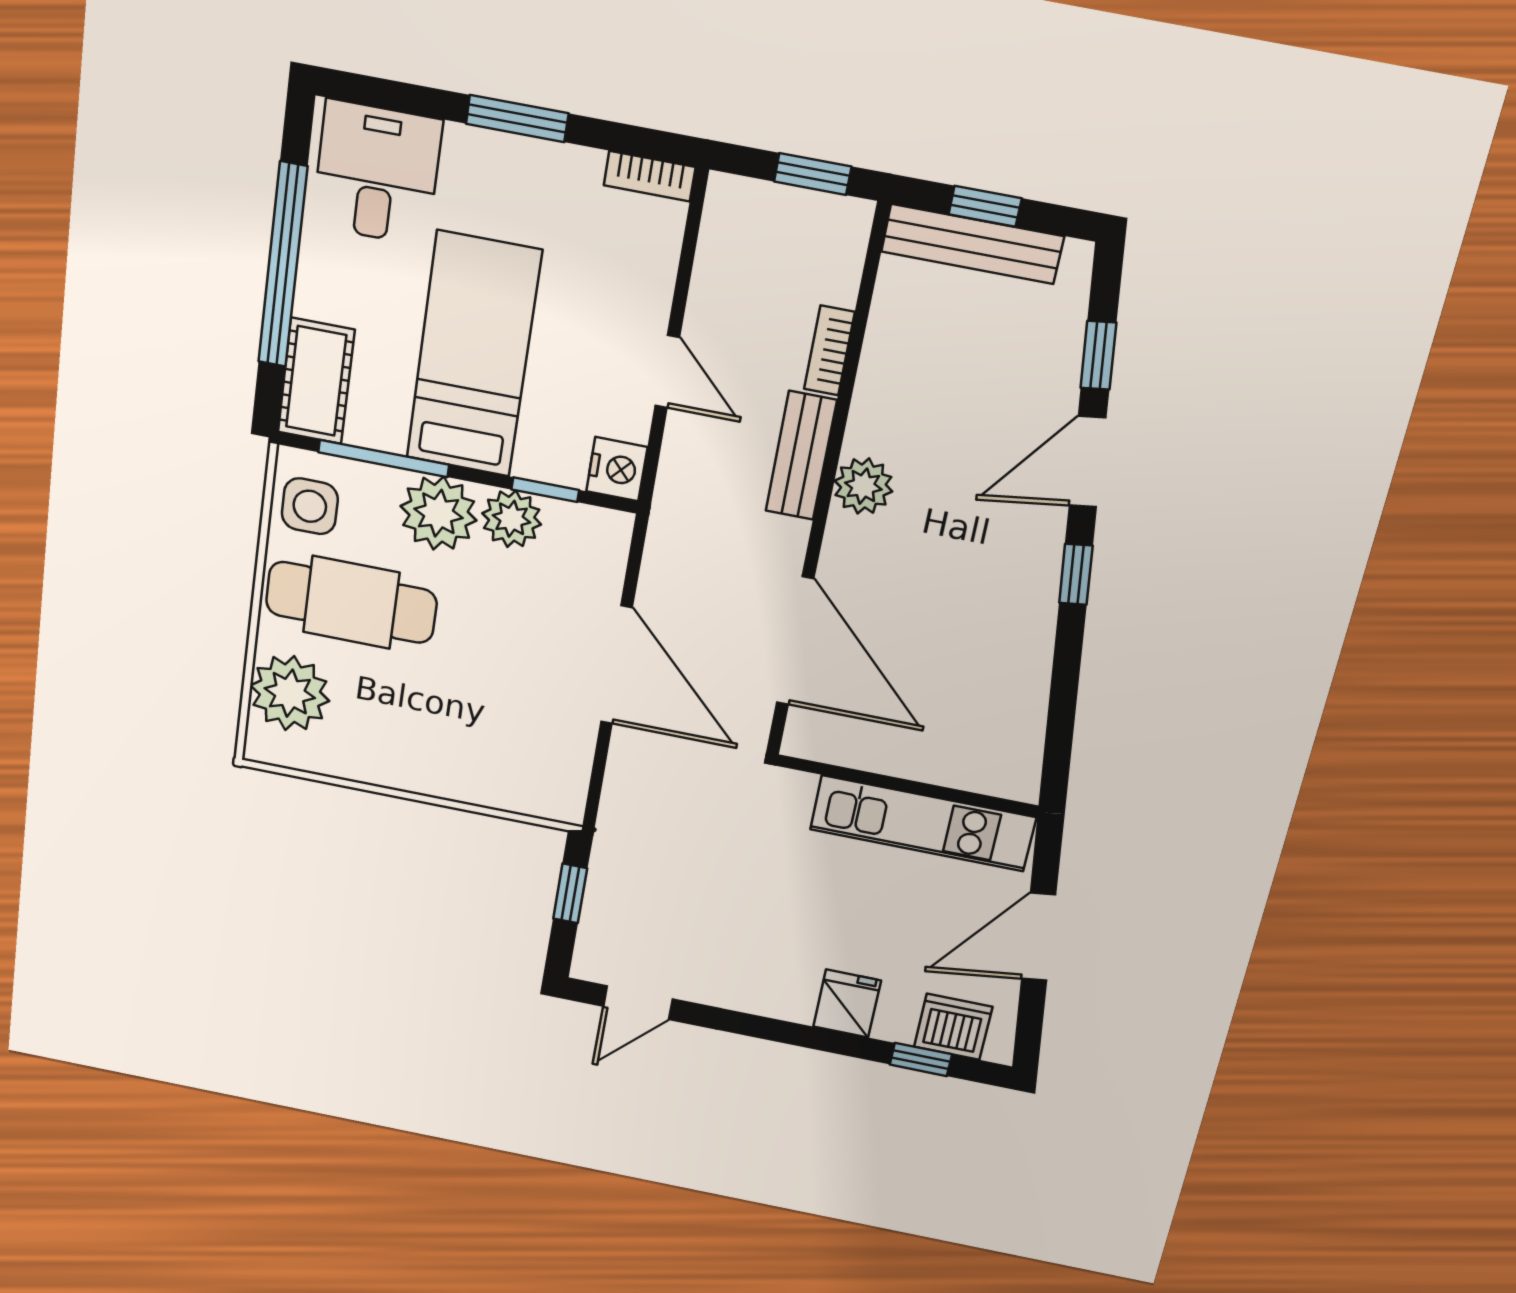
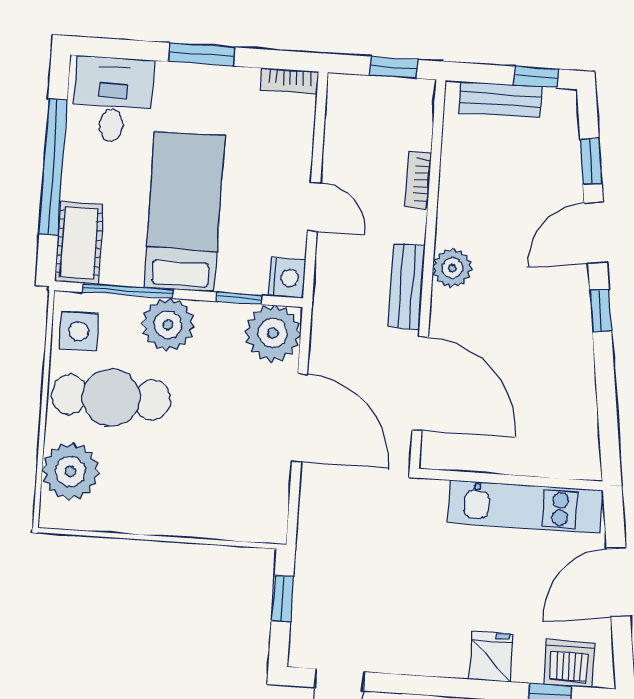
window: (985, 206) -> (536, 77), moved
bench: (972, 244) -> (500, 100), width x0.73
bench: (801, 456) -> (406, 286), moved
plant: (512, 519) -> (273, 333), moved, width x1.36, depth x1.36

